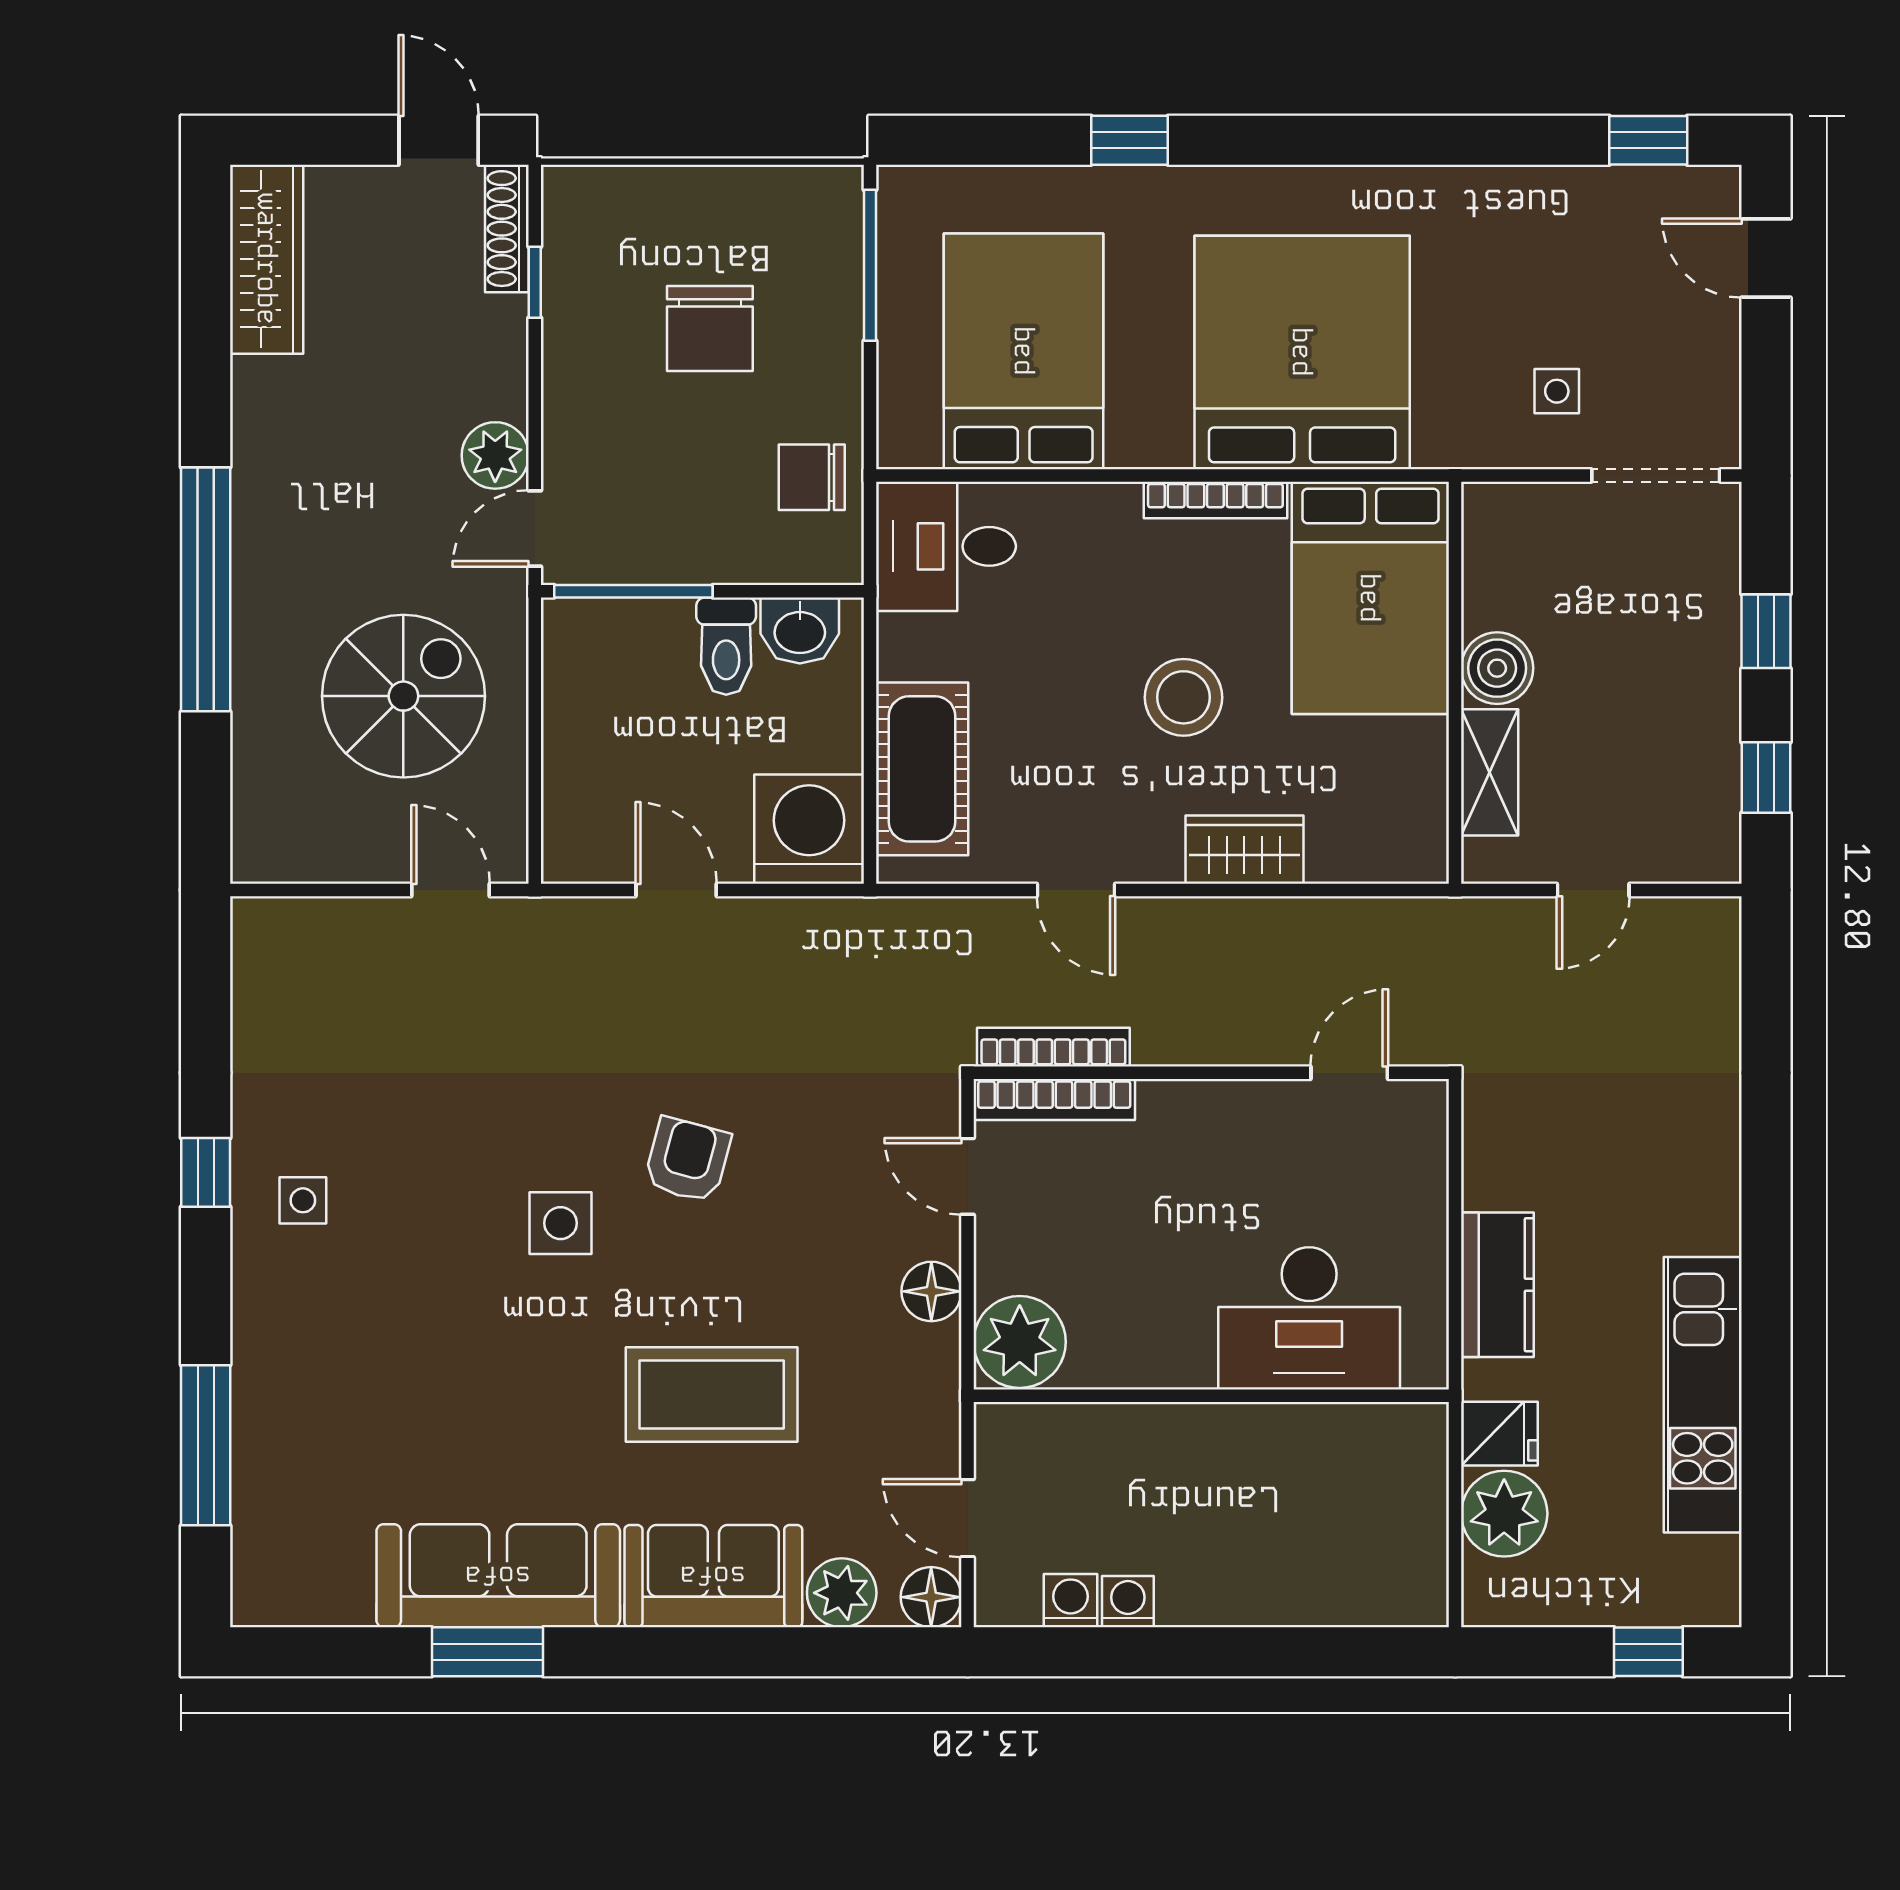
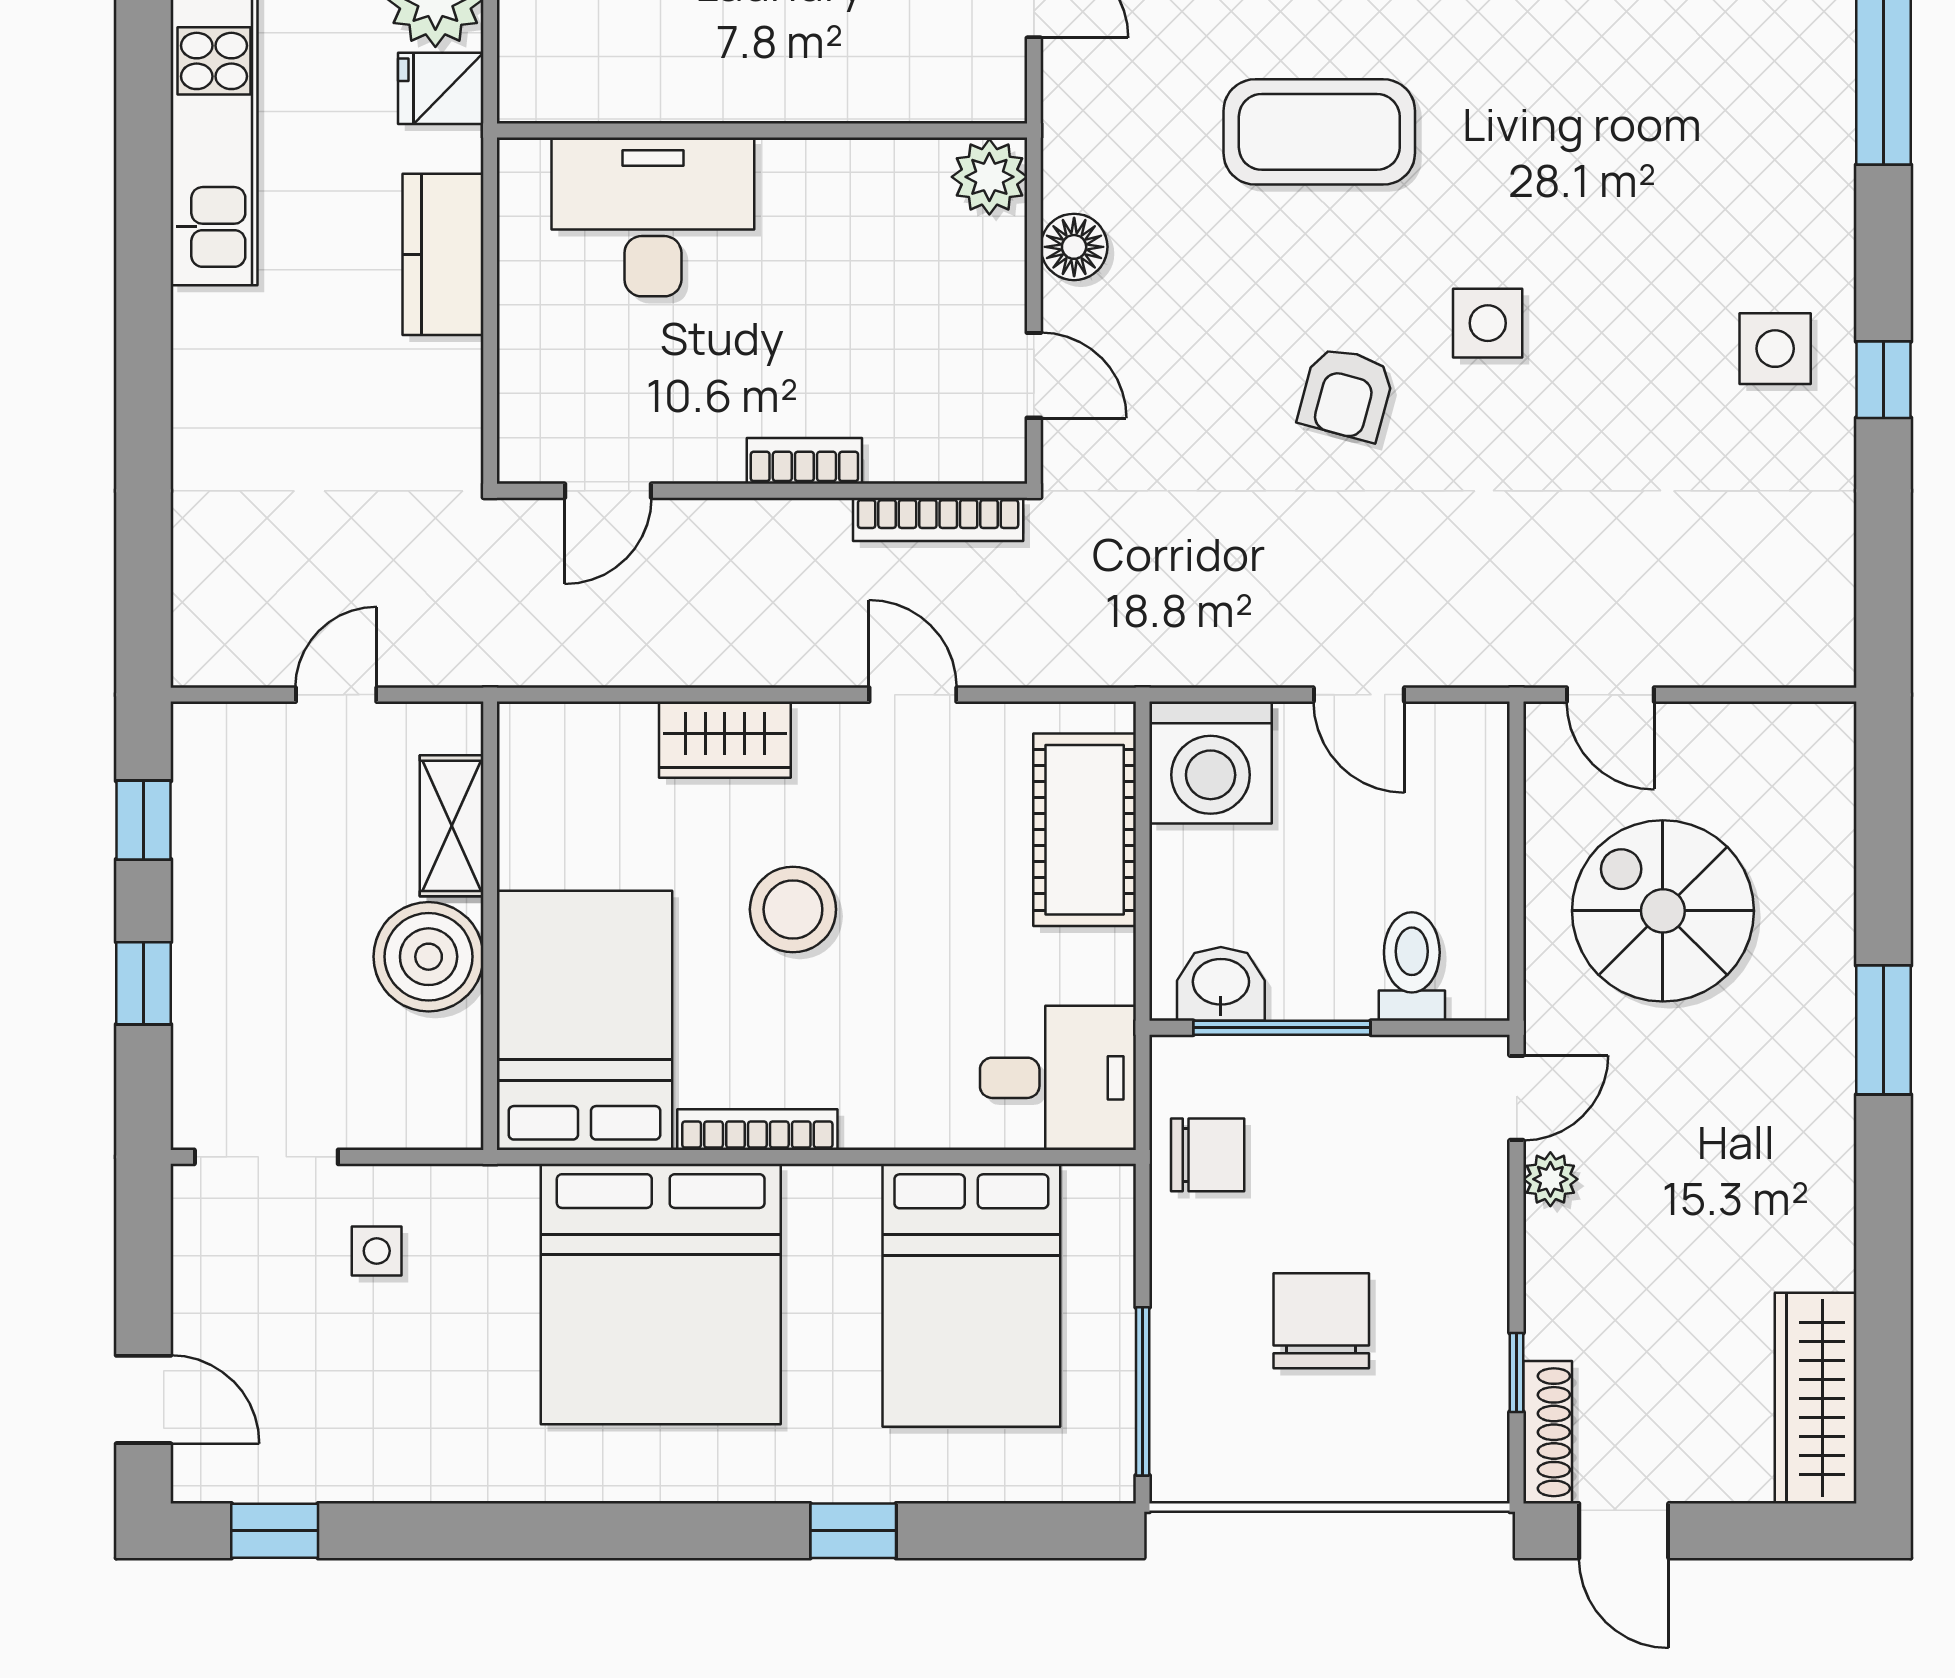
plant: (495, 455) -> (1550, 1179), width x0.73, depth x0.73
window: (206, 589) -> (1884, 1030), width x0.47
window: (633, 591) -> (1282, 1028), moved
toilet: (726, 646) -> (1412, 967), moved
boiler: (1497, 668) -> (429, 957), width x1.37, depth x1.37
spiral stairs: (403, 696) -> (1663, 911), turned 90
bookcase: (1054, 1100) -> (804, 461), moved, width x0.64
side table: (303, 1200) -> (1775, 349), width x1.37, depth x1.37
plant: (1020, 1342) -> (989, 177), width x0.73, depth x0.73

